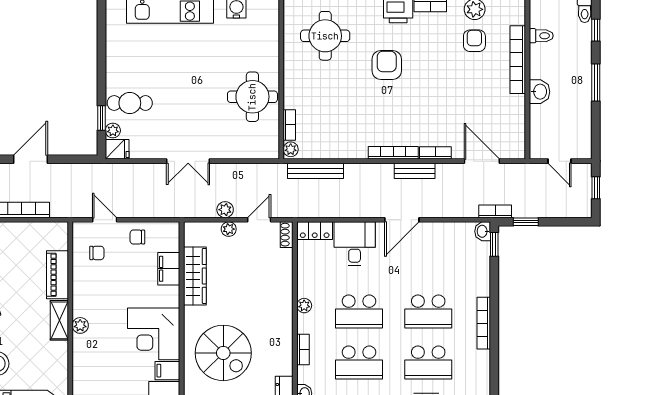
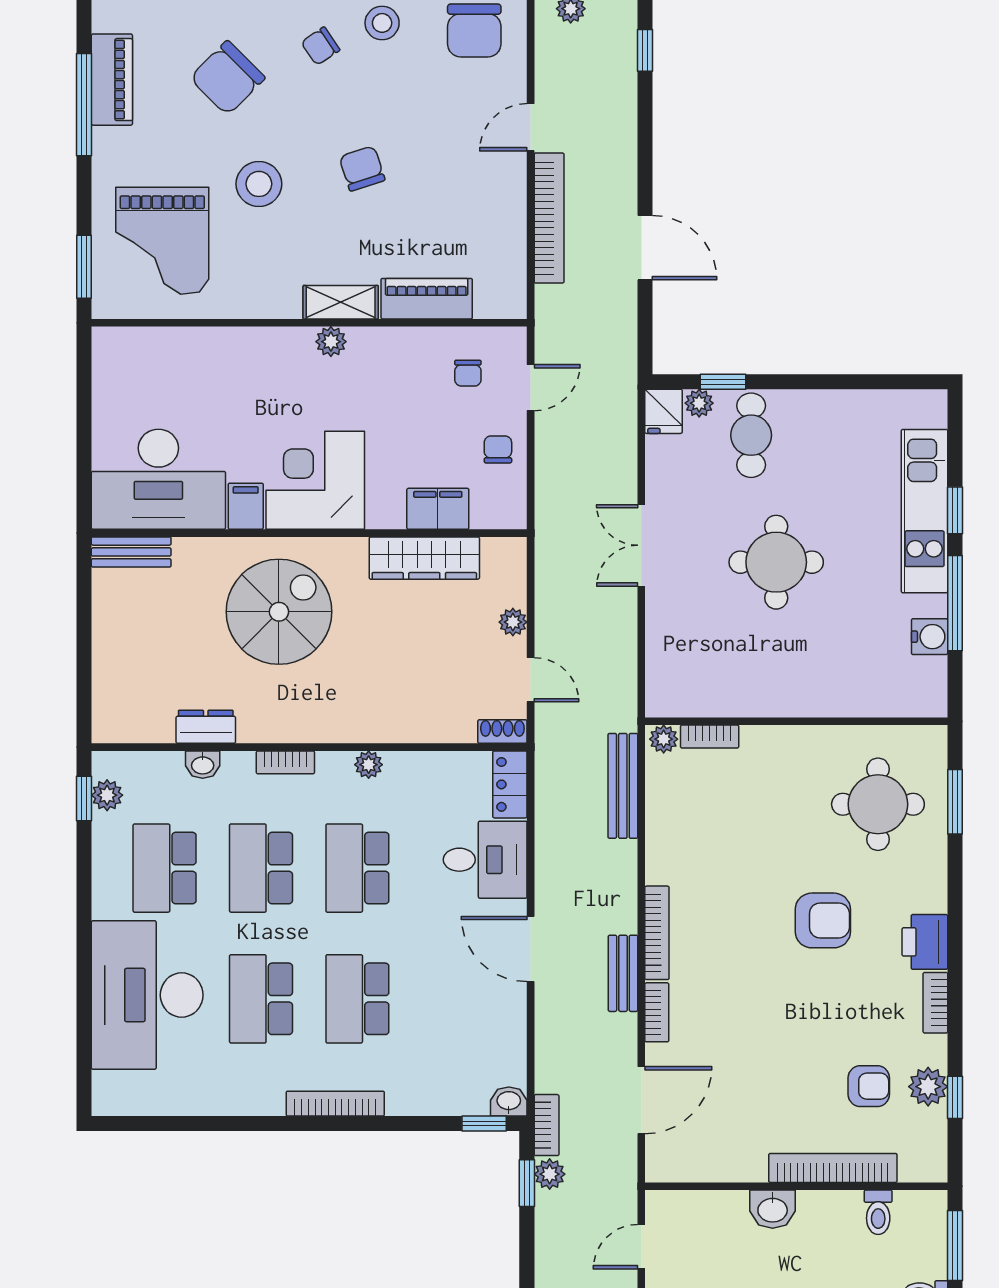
round table: (252, 97) -> (776, 562), moved
plant: (225, 210) -> (550, 1174), moved
spiral stairs: (223, 353) -> (279, 612), turned 180

